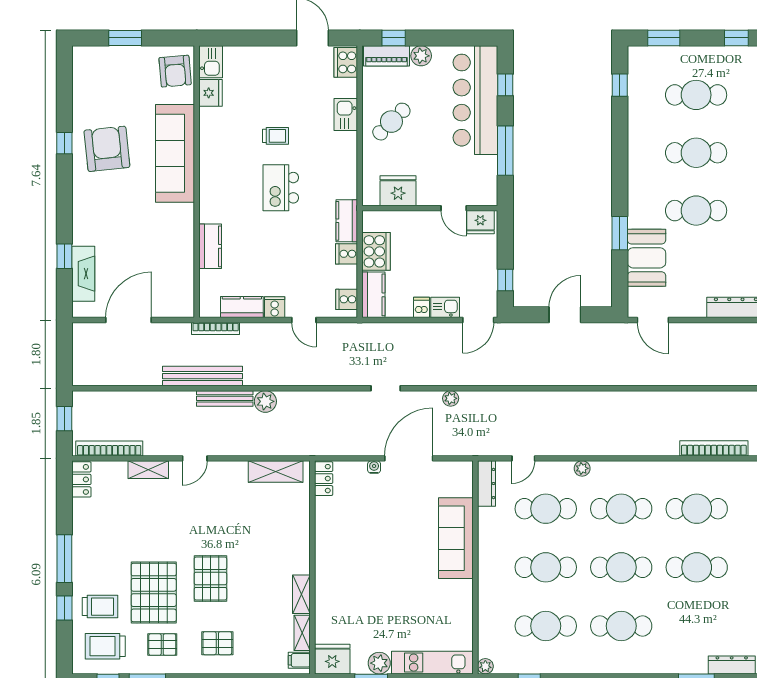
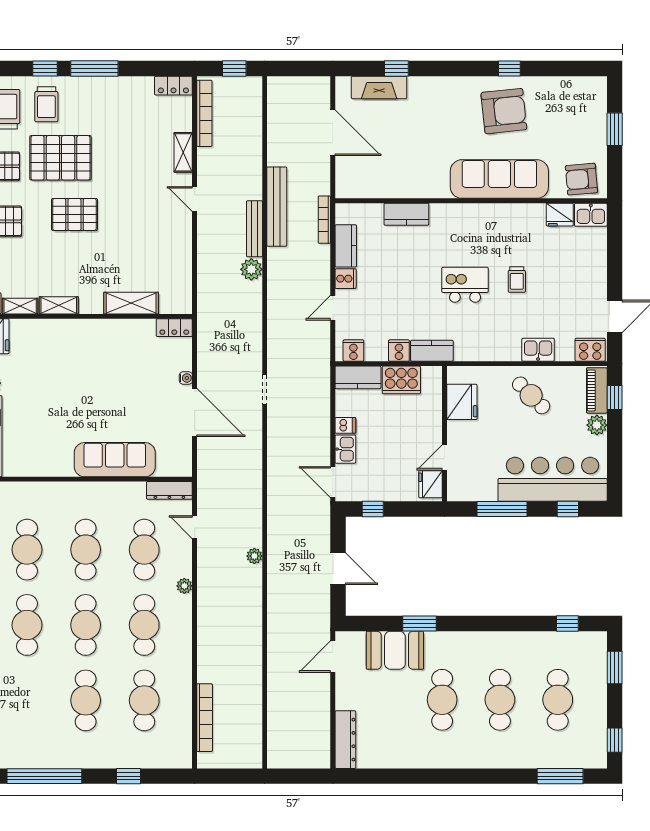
plant: (451, 398) -> (254, 556), moved
shelving: (276, 472) -> (131, 303), moved, turned 90

